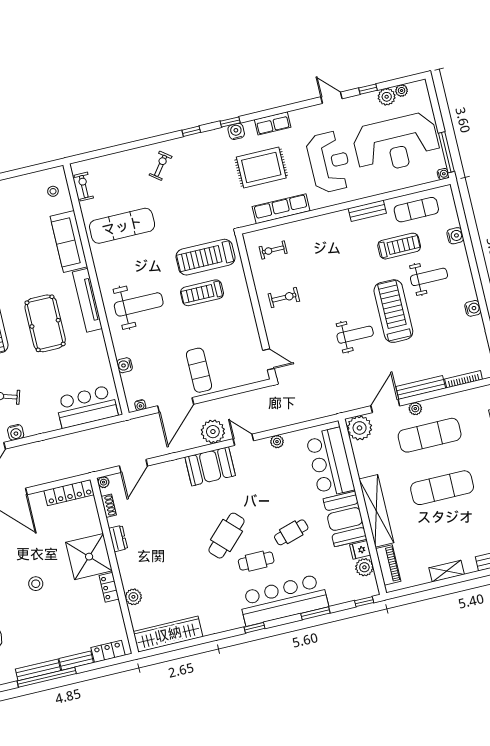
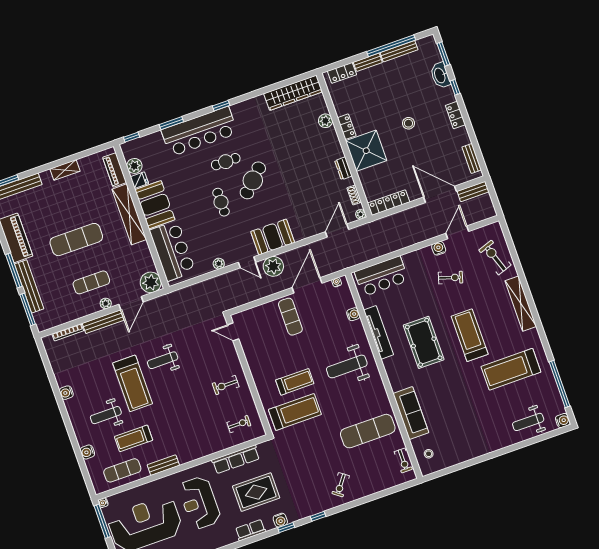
tv unit: (87, 300) -> (379, 332), moved
exercise mat: (430, 435) -> (91, 282), width x0.73, depth x0.69
cafe table: (291, 532) -> (221, 202), moved, turned -73

